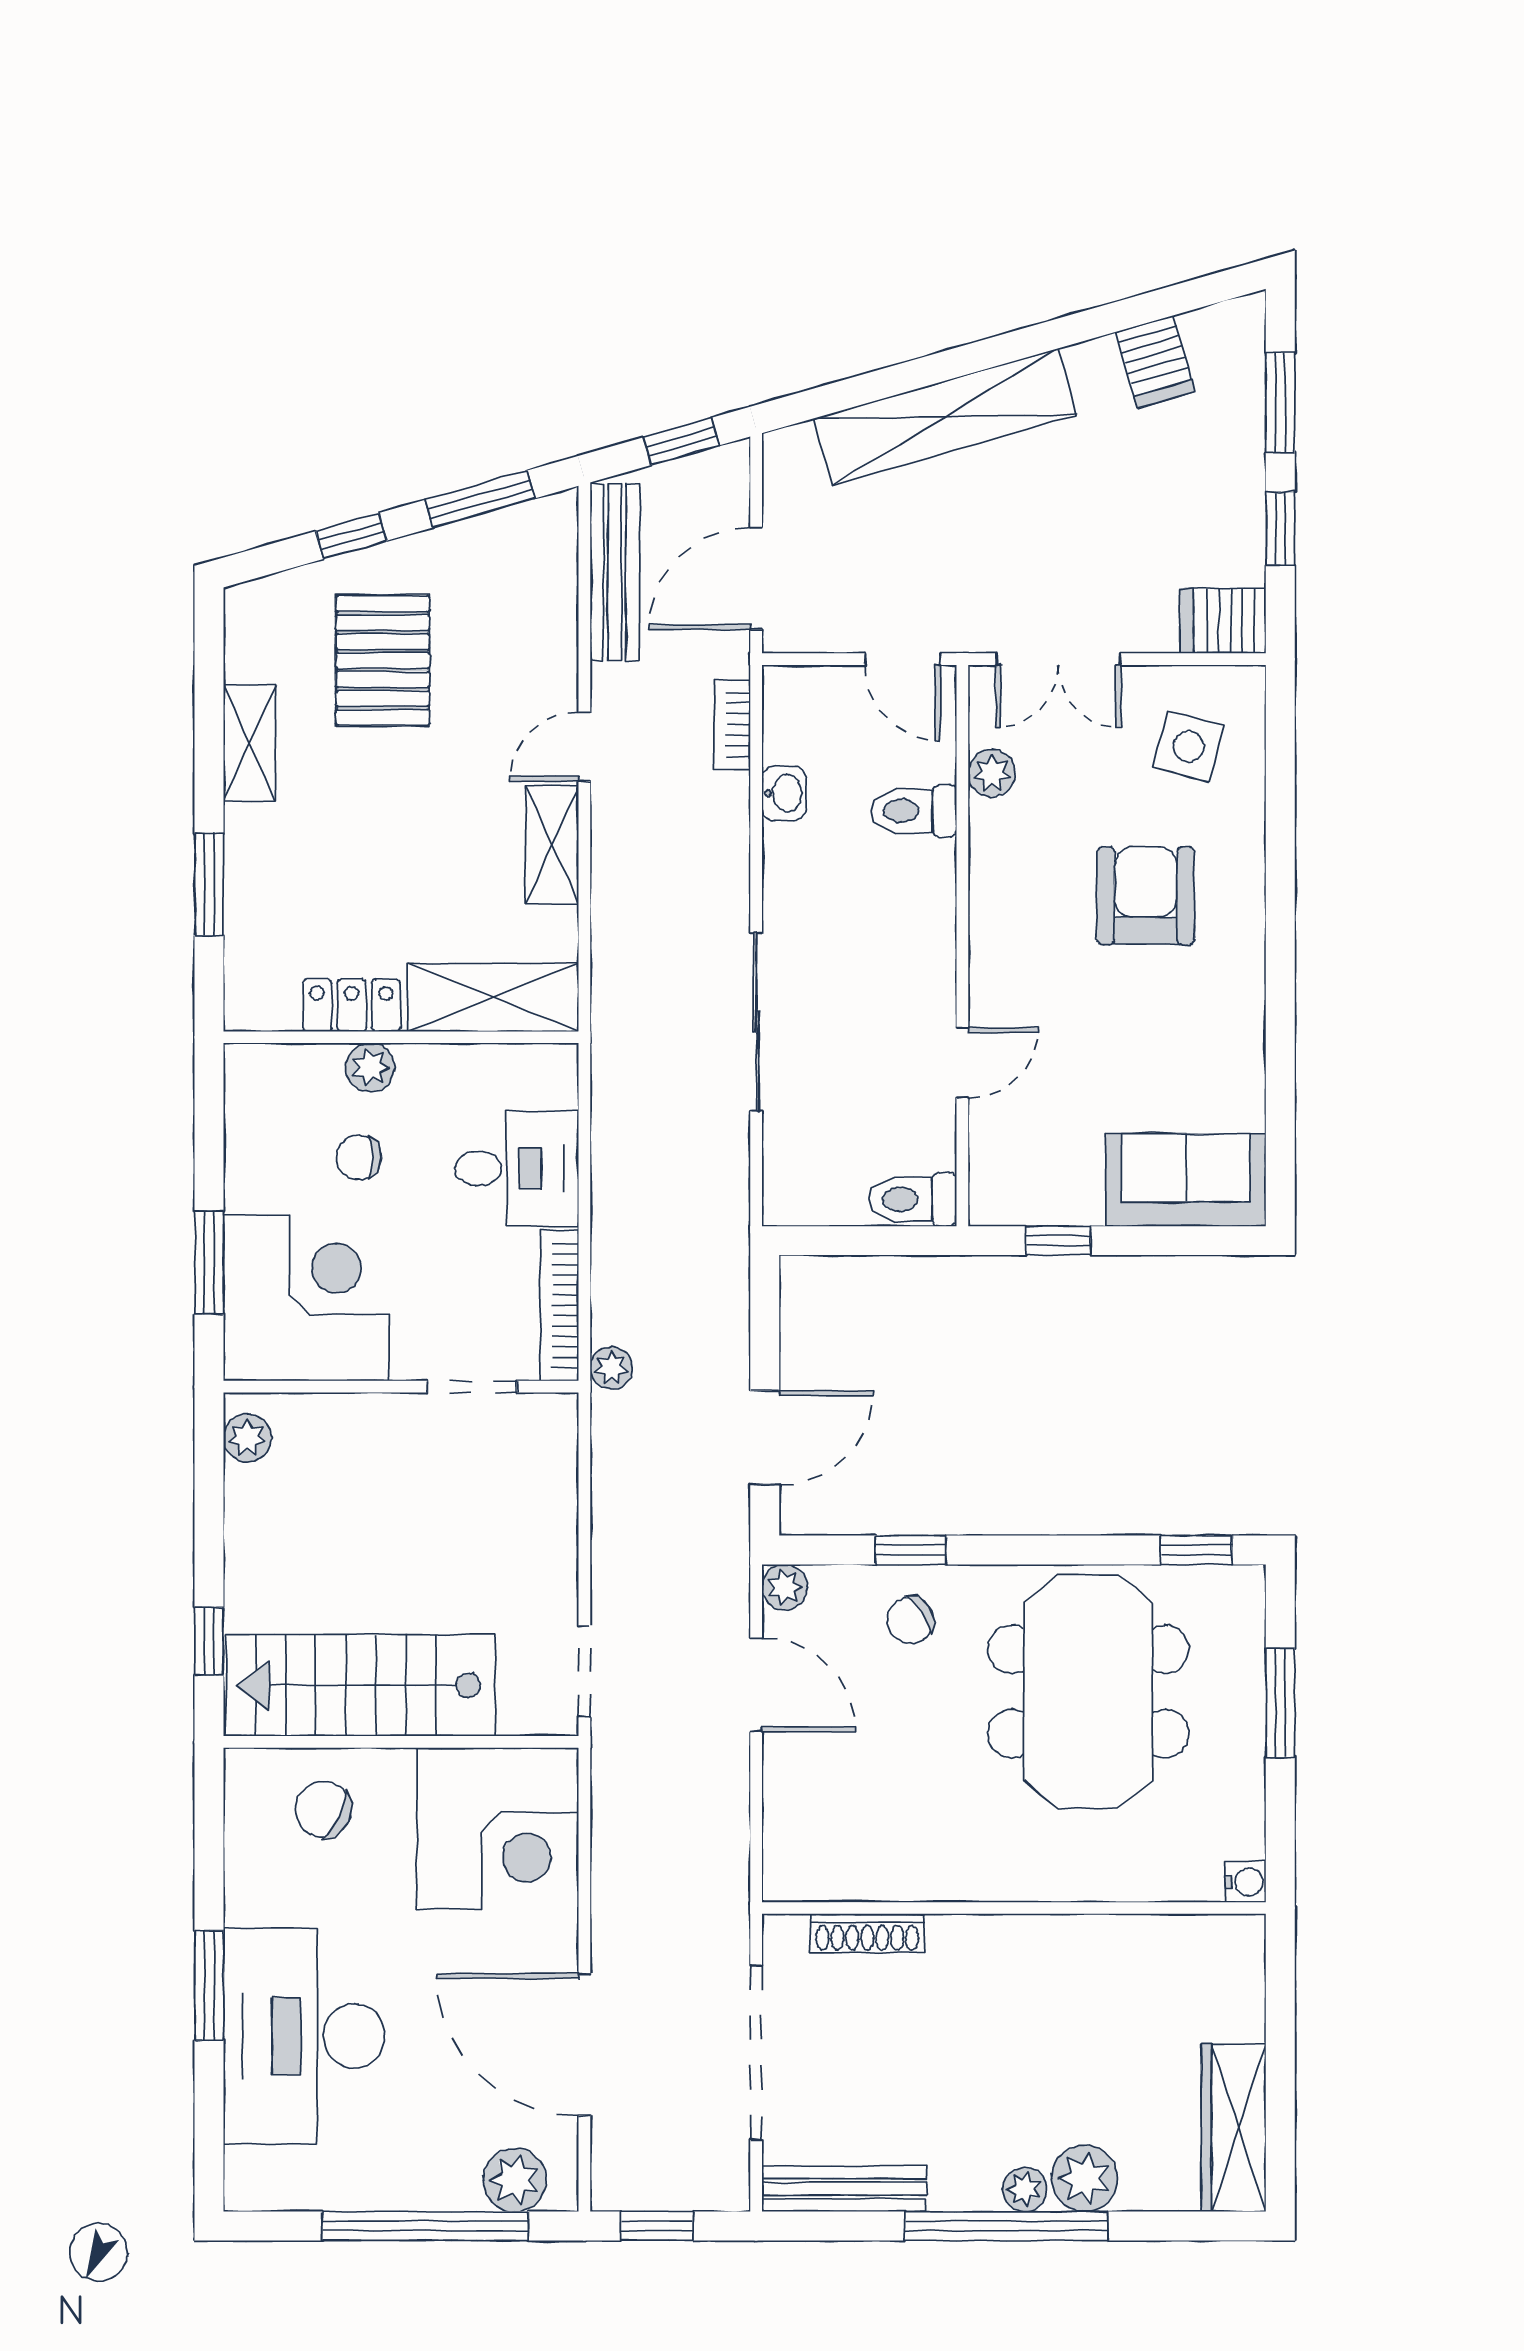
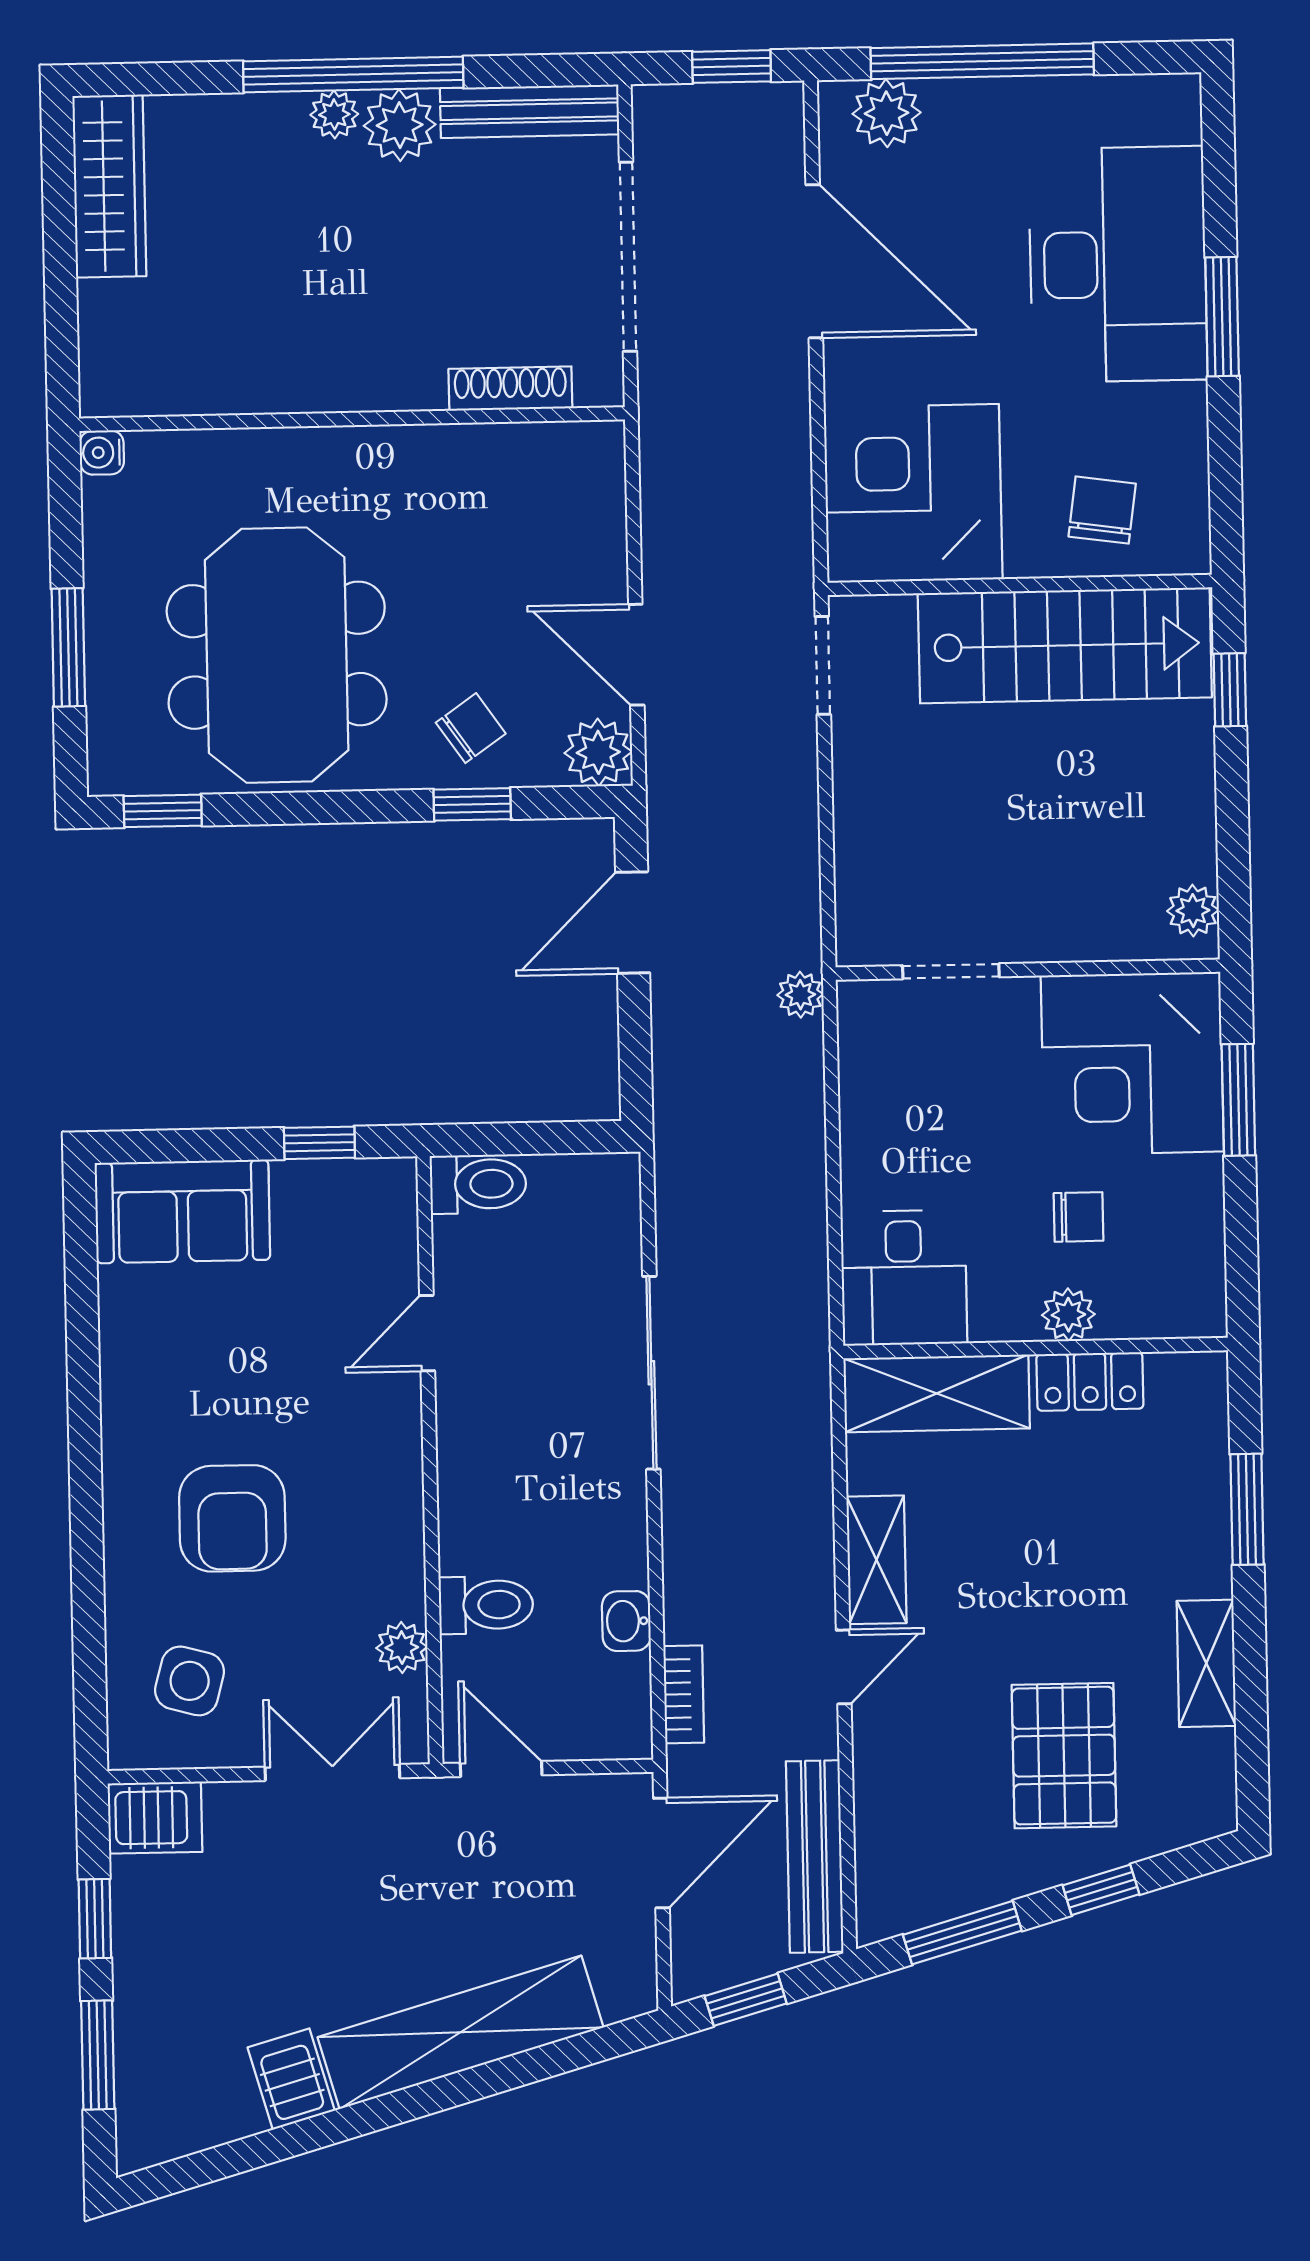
server rack: (1155, 362) -> (291, 2079), moved
desk: (517, 1168) -> (904, 1278), moved, turned -90
bookcase: (559, 1306) -> (858, 1061), removed
plant: (785, 1587) -> (598, 752), width x1.38, depth x1.38
chair: (323, 1809) -> (1102, 510), turned -108
plant: (1085, 2178) -> (400, 125), moved

